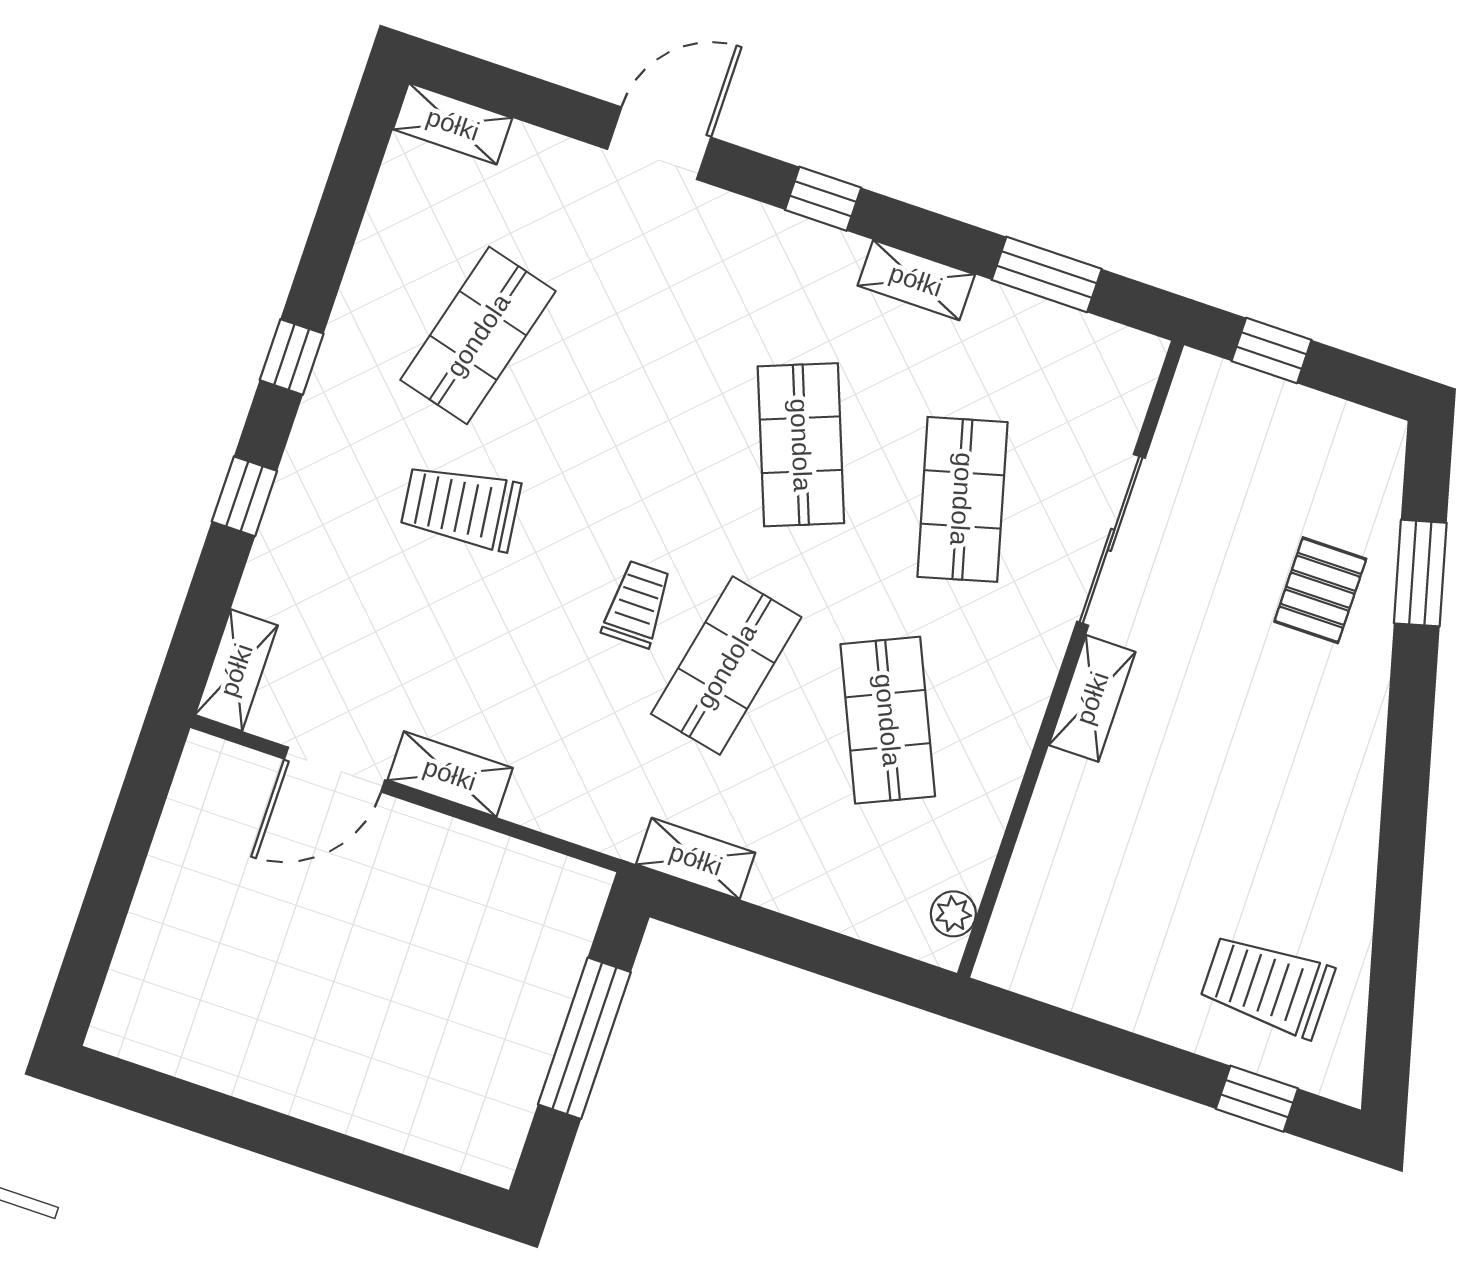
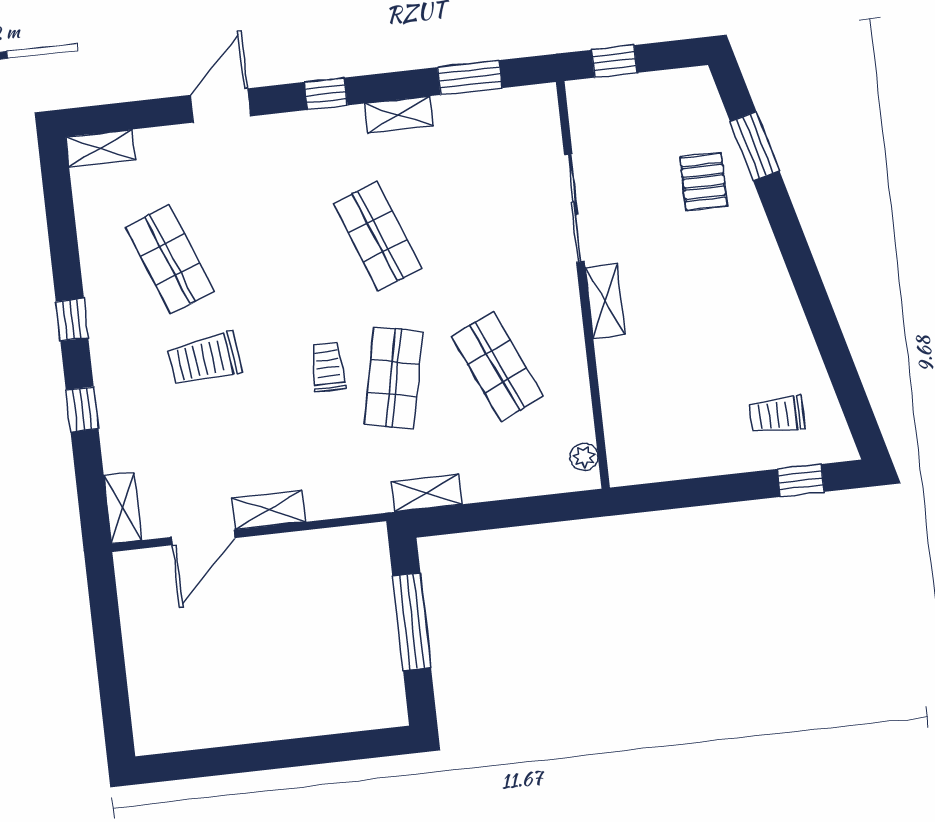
shop shelf: (478, 335) -> (170, 259), turned -36
shop shelf: (962, 499) -> (481, 224), removed
trolley: (1267, 985) -> (777, 415), width x0.73, depth x0.72

